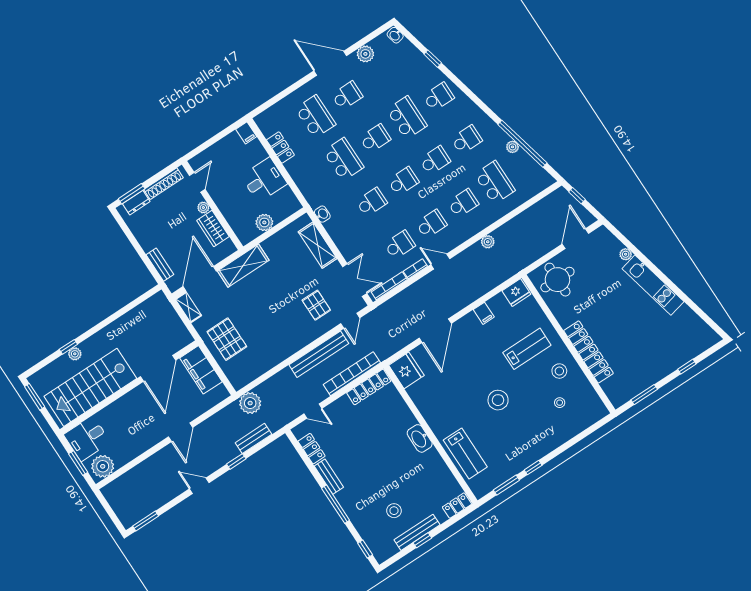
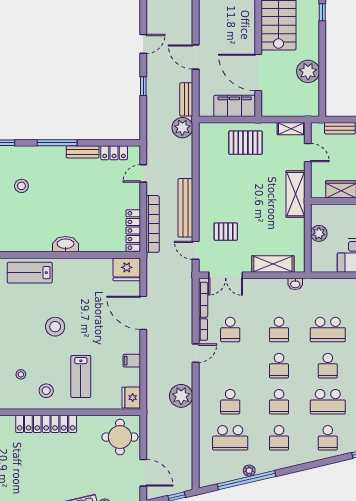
school desk: (431, 224) -> (230, 366), removed
plant: (488, 242) -> (181, 396), width x1.88, depth x1.88
door: (200, 279) -> (308, 153), width x0.53
plant: (75, 354) -> (308, 71), moved, width x1.88, depth x1.88
bench: (253, 438) -> (186, 99), moved

